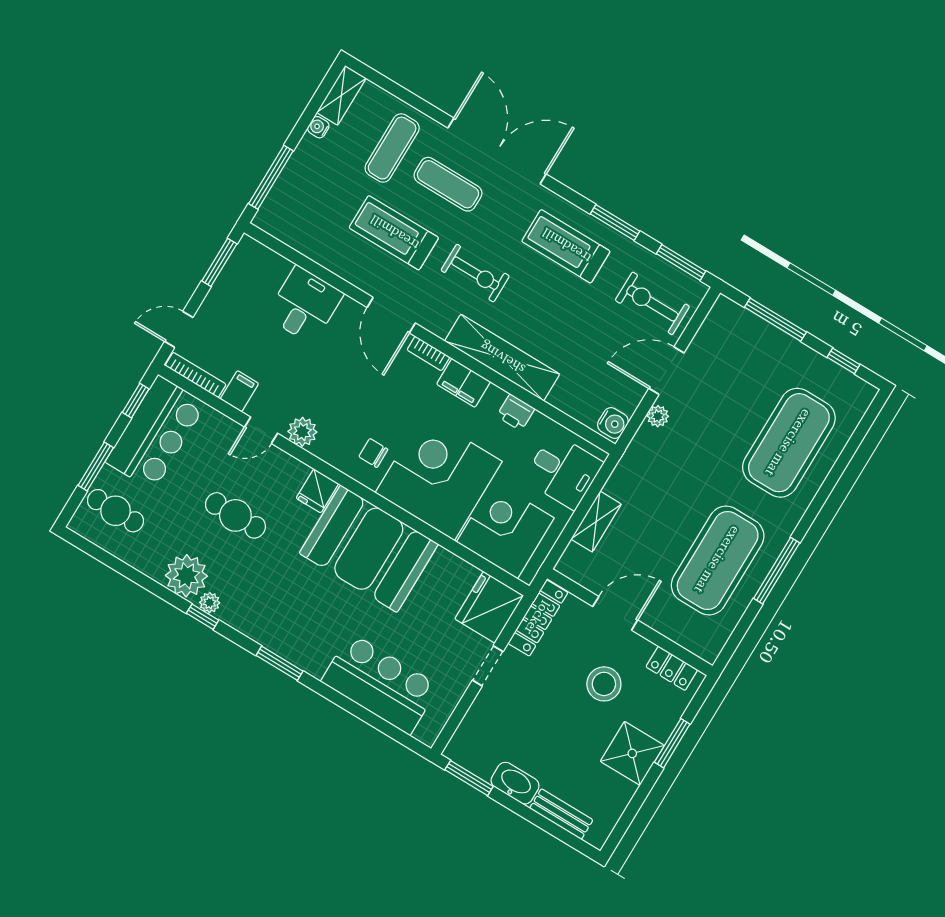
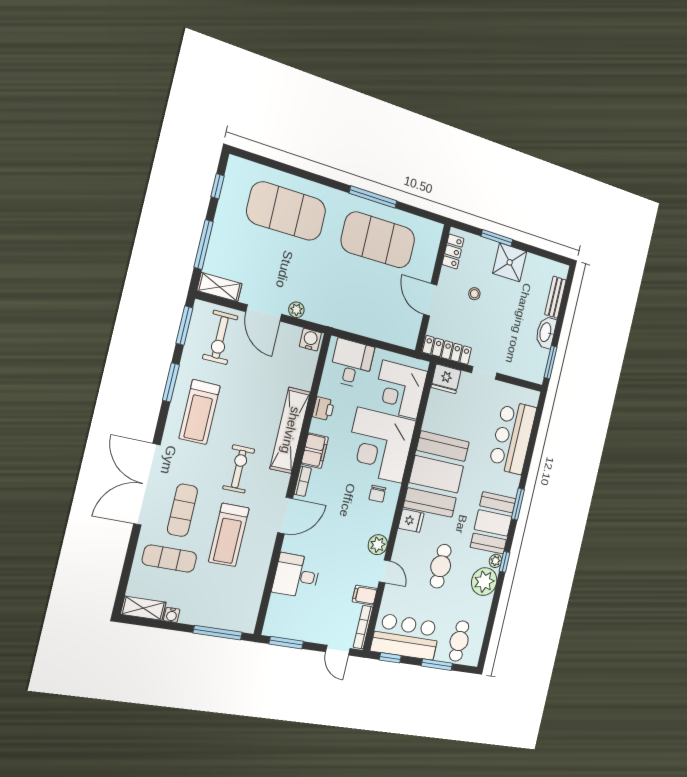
shelving: (596, 522) -> (220, 287), moved
fridge: (489, 607) -> (446, 379), width x0.73, depth x0.75
booth: (267, 615) -> (493, 523), added
stool: (604, 684) -> (474, 294), width x0.53, depth x0.53

